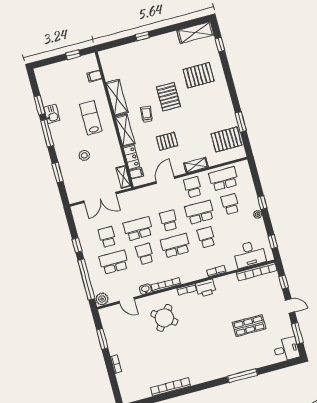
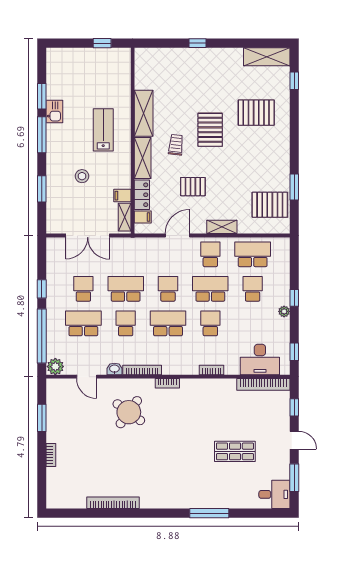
filing cabinet: (95, 76) -> (122, 196), moved
printer: (206, 288) -> (192, 388), removed

